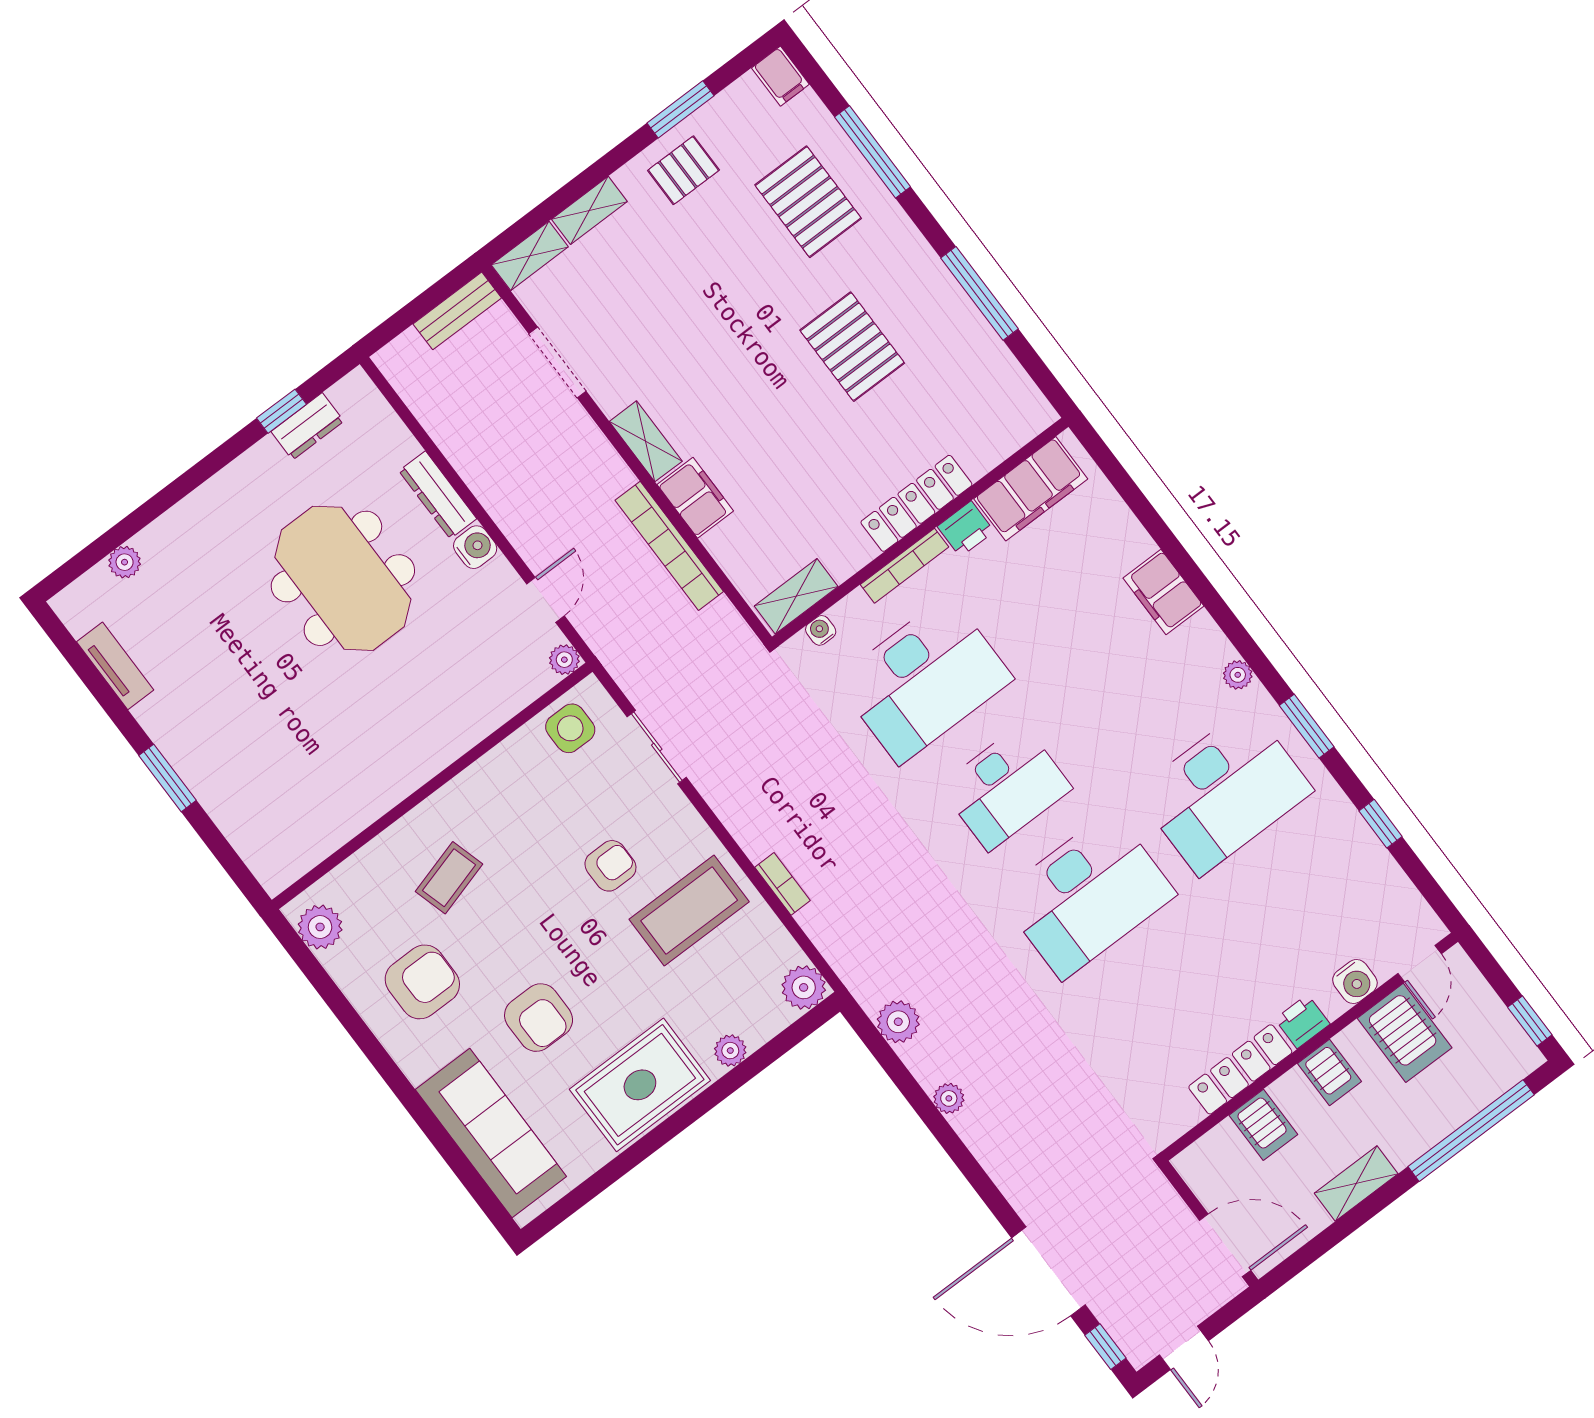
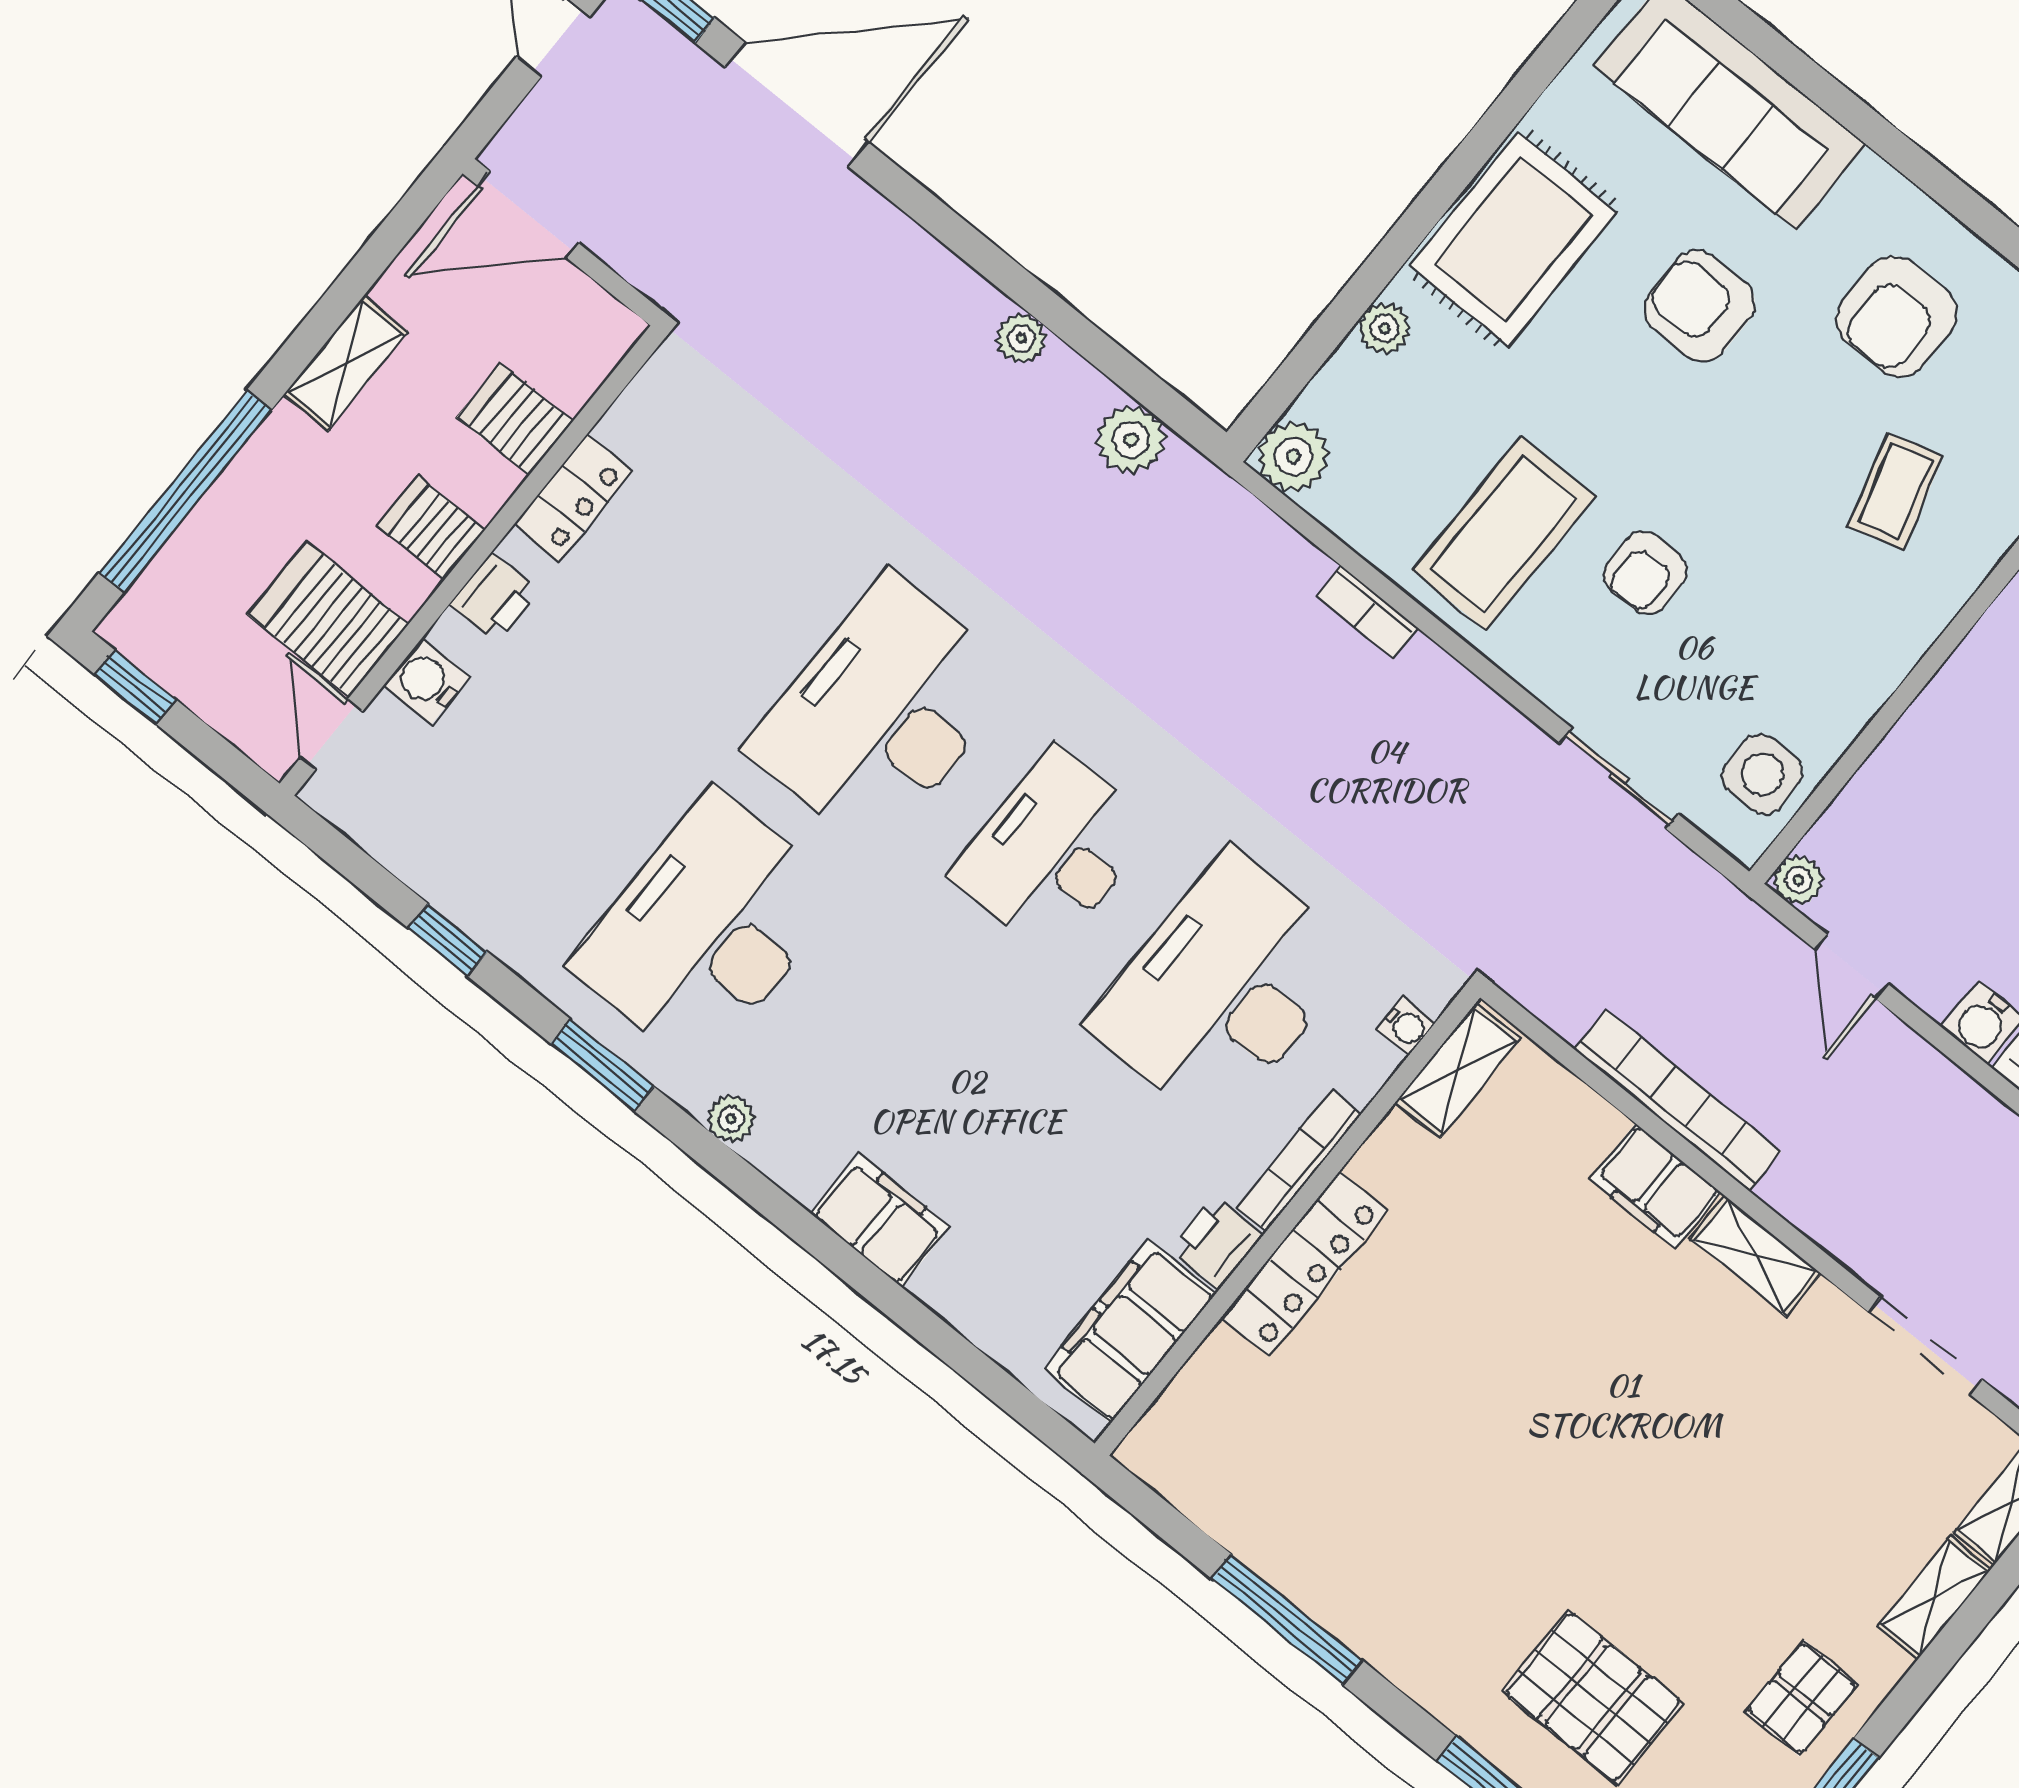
pallet: (852, 347) -> (1467, 1486), removed
locker: (1240, 1069) -> (573, 498), width x0.66

